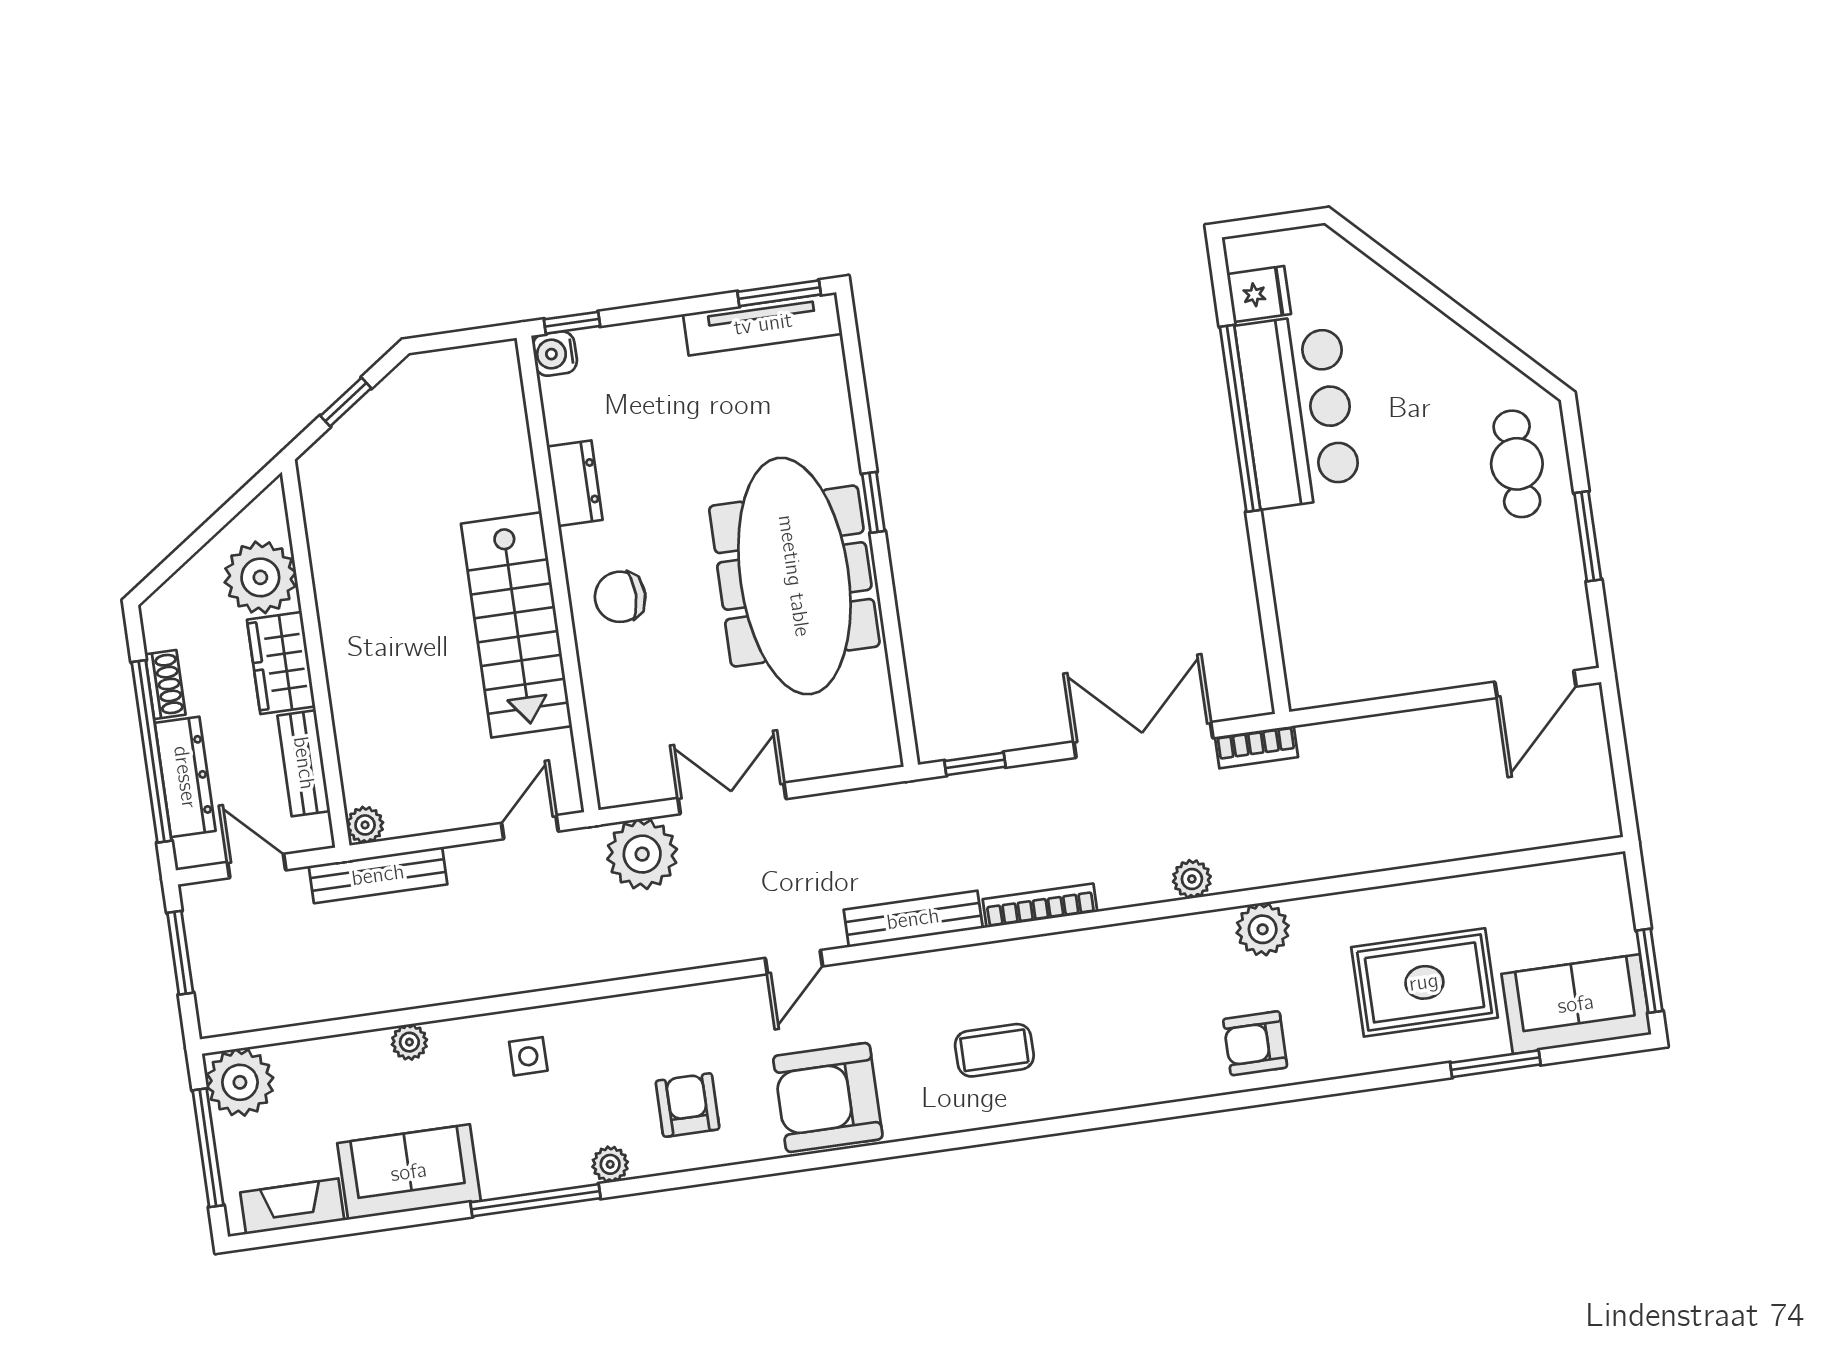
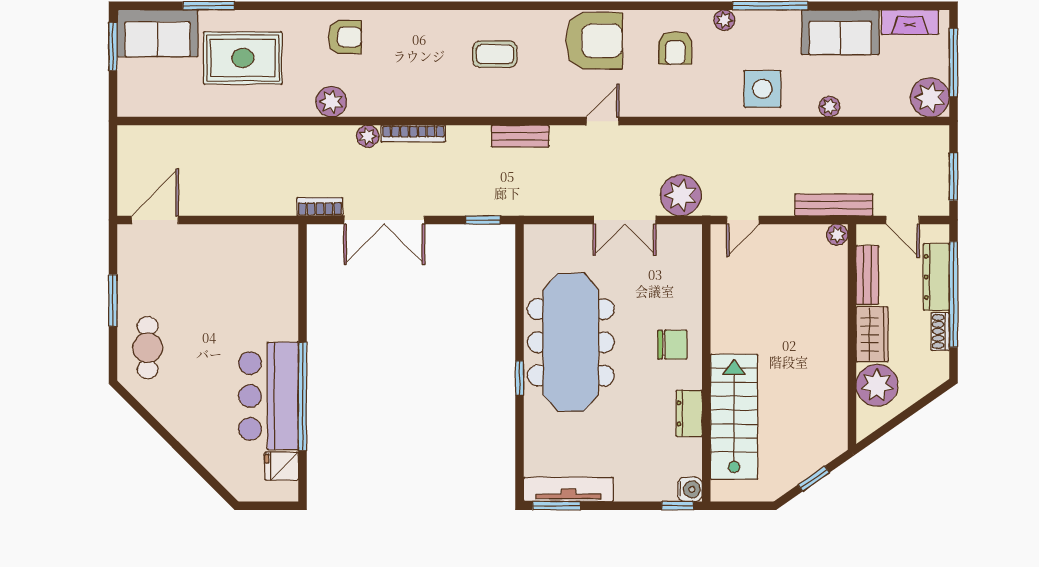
stairs: (517, 625) -> (734, 417), moved
bookcase: (1040, 906) -> (413, 133), moved
bench: (913, 919) -> (520, 136), width x0.73
side table: (528, 1056) -> (762, 89), width x1.87, depth x1.87

